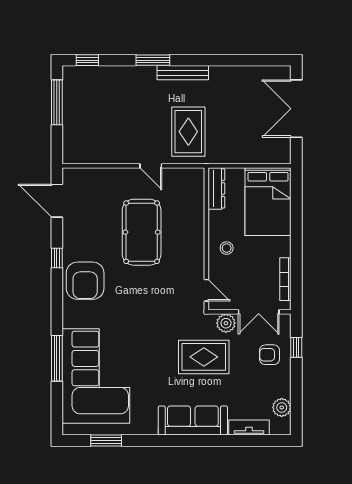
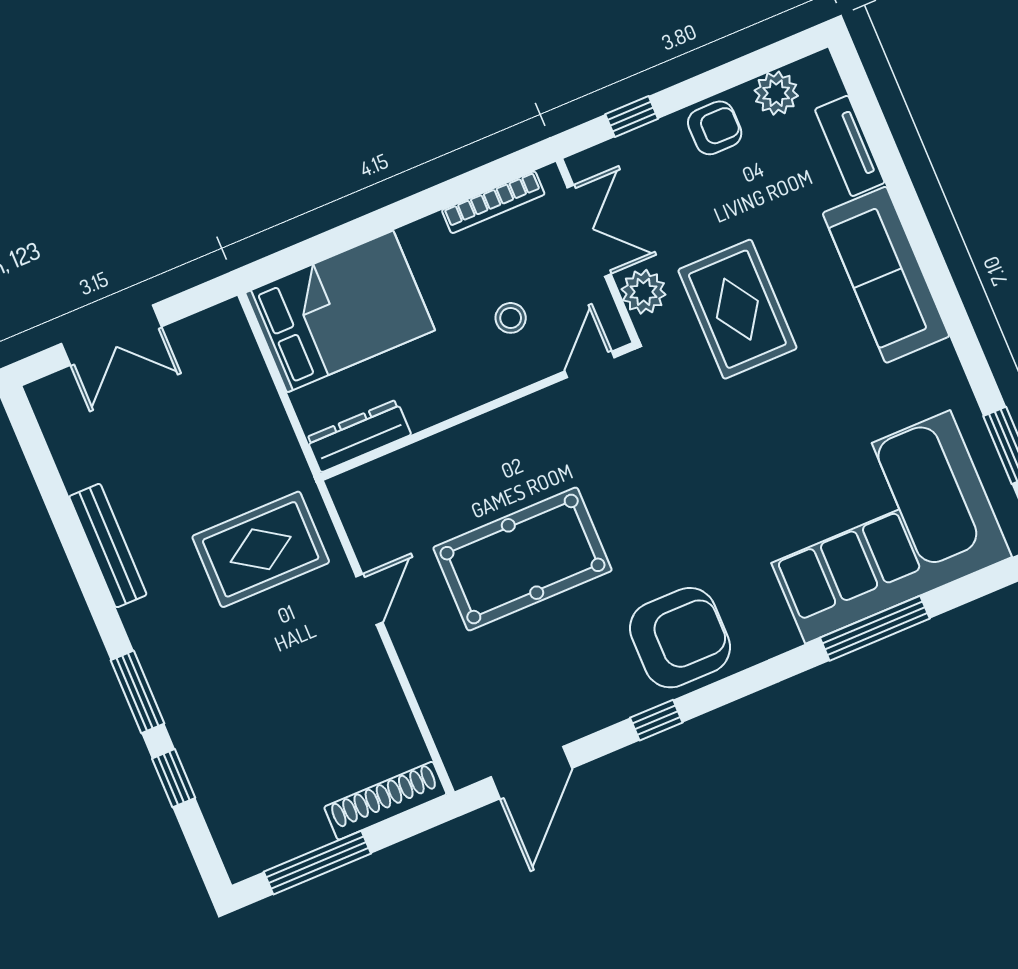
window: (87, 60) -> (174, 778), moved
bench: (183, 73) -> (108, 546), moved
double door: (296, 109) -> (111, 335), width x0.73
shoe rack: (70, 139) -> (385, 801), added
stool: (227, 248) -> (511, 318), moved
armchair: (270, 355) -> (715, 128), moved, turned -90

